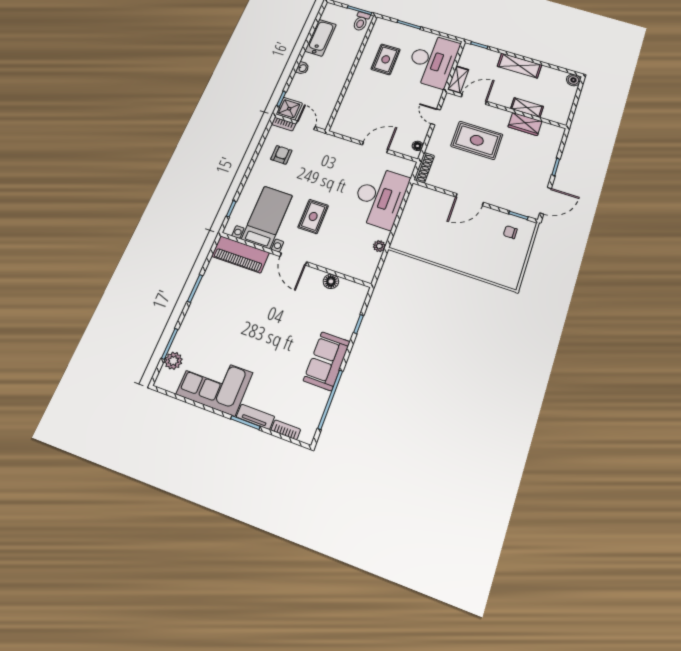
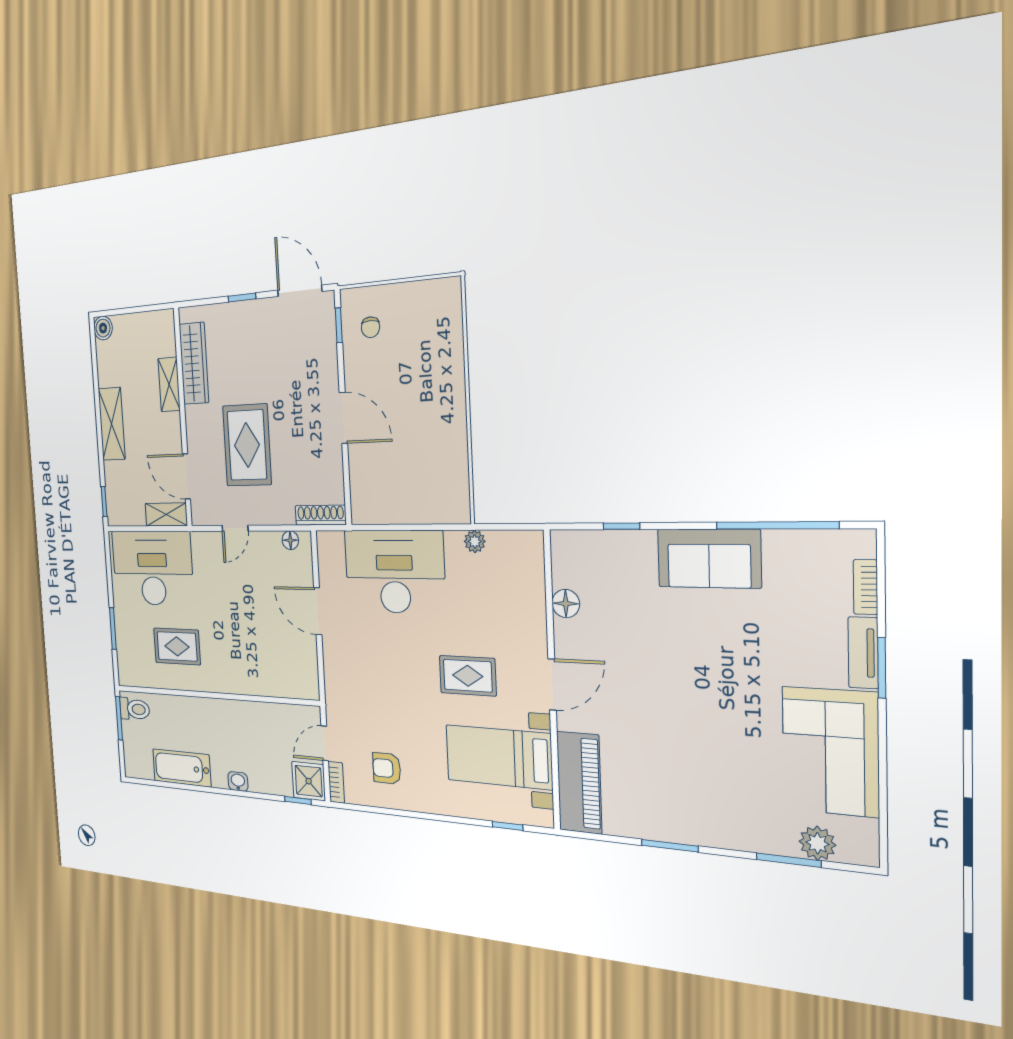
wardrobe: (525, 124) -> (194, 363), width x1.50

